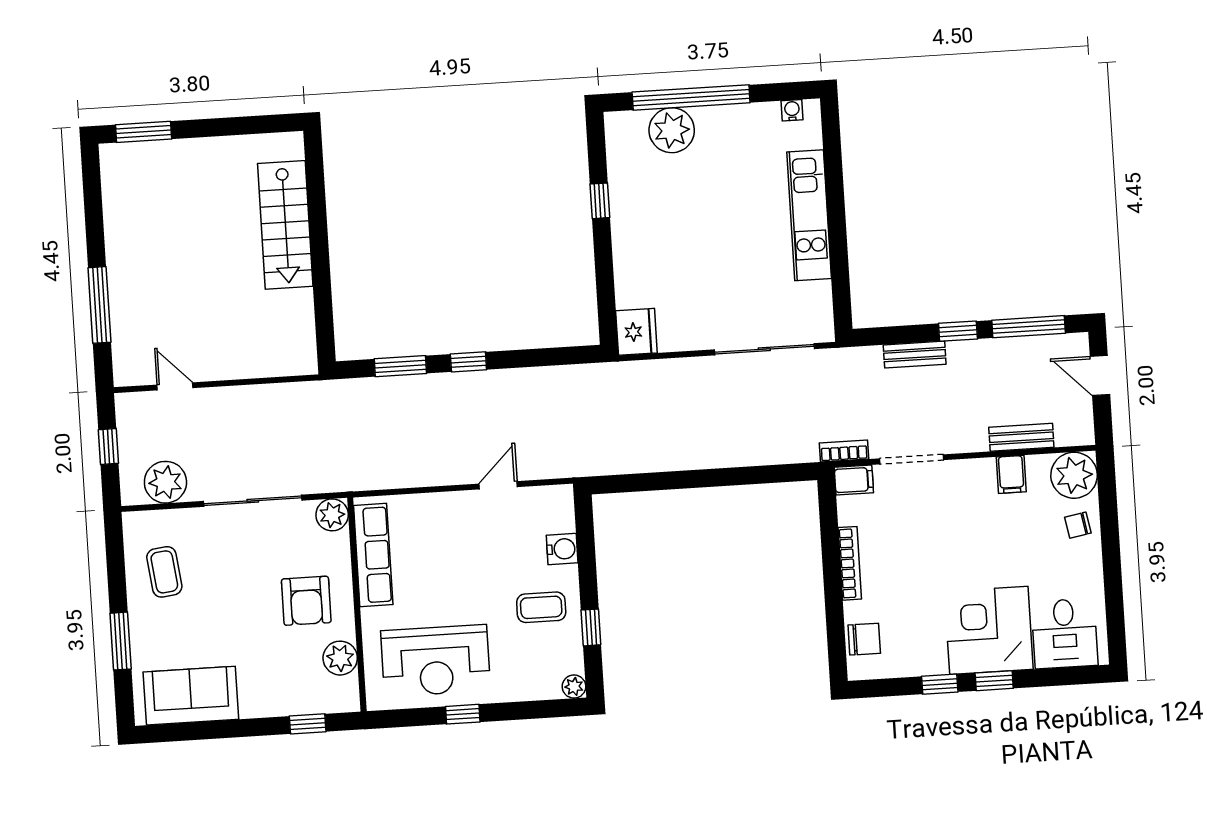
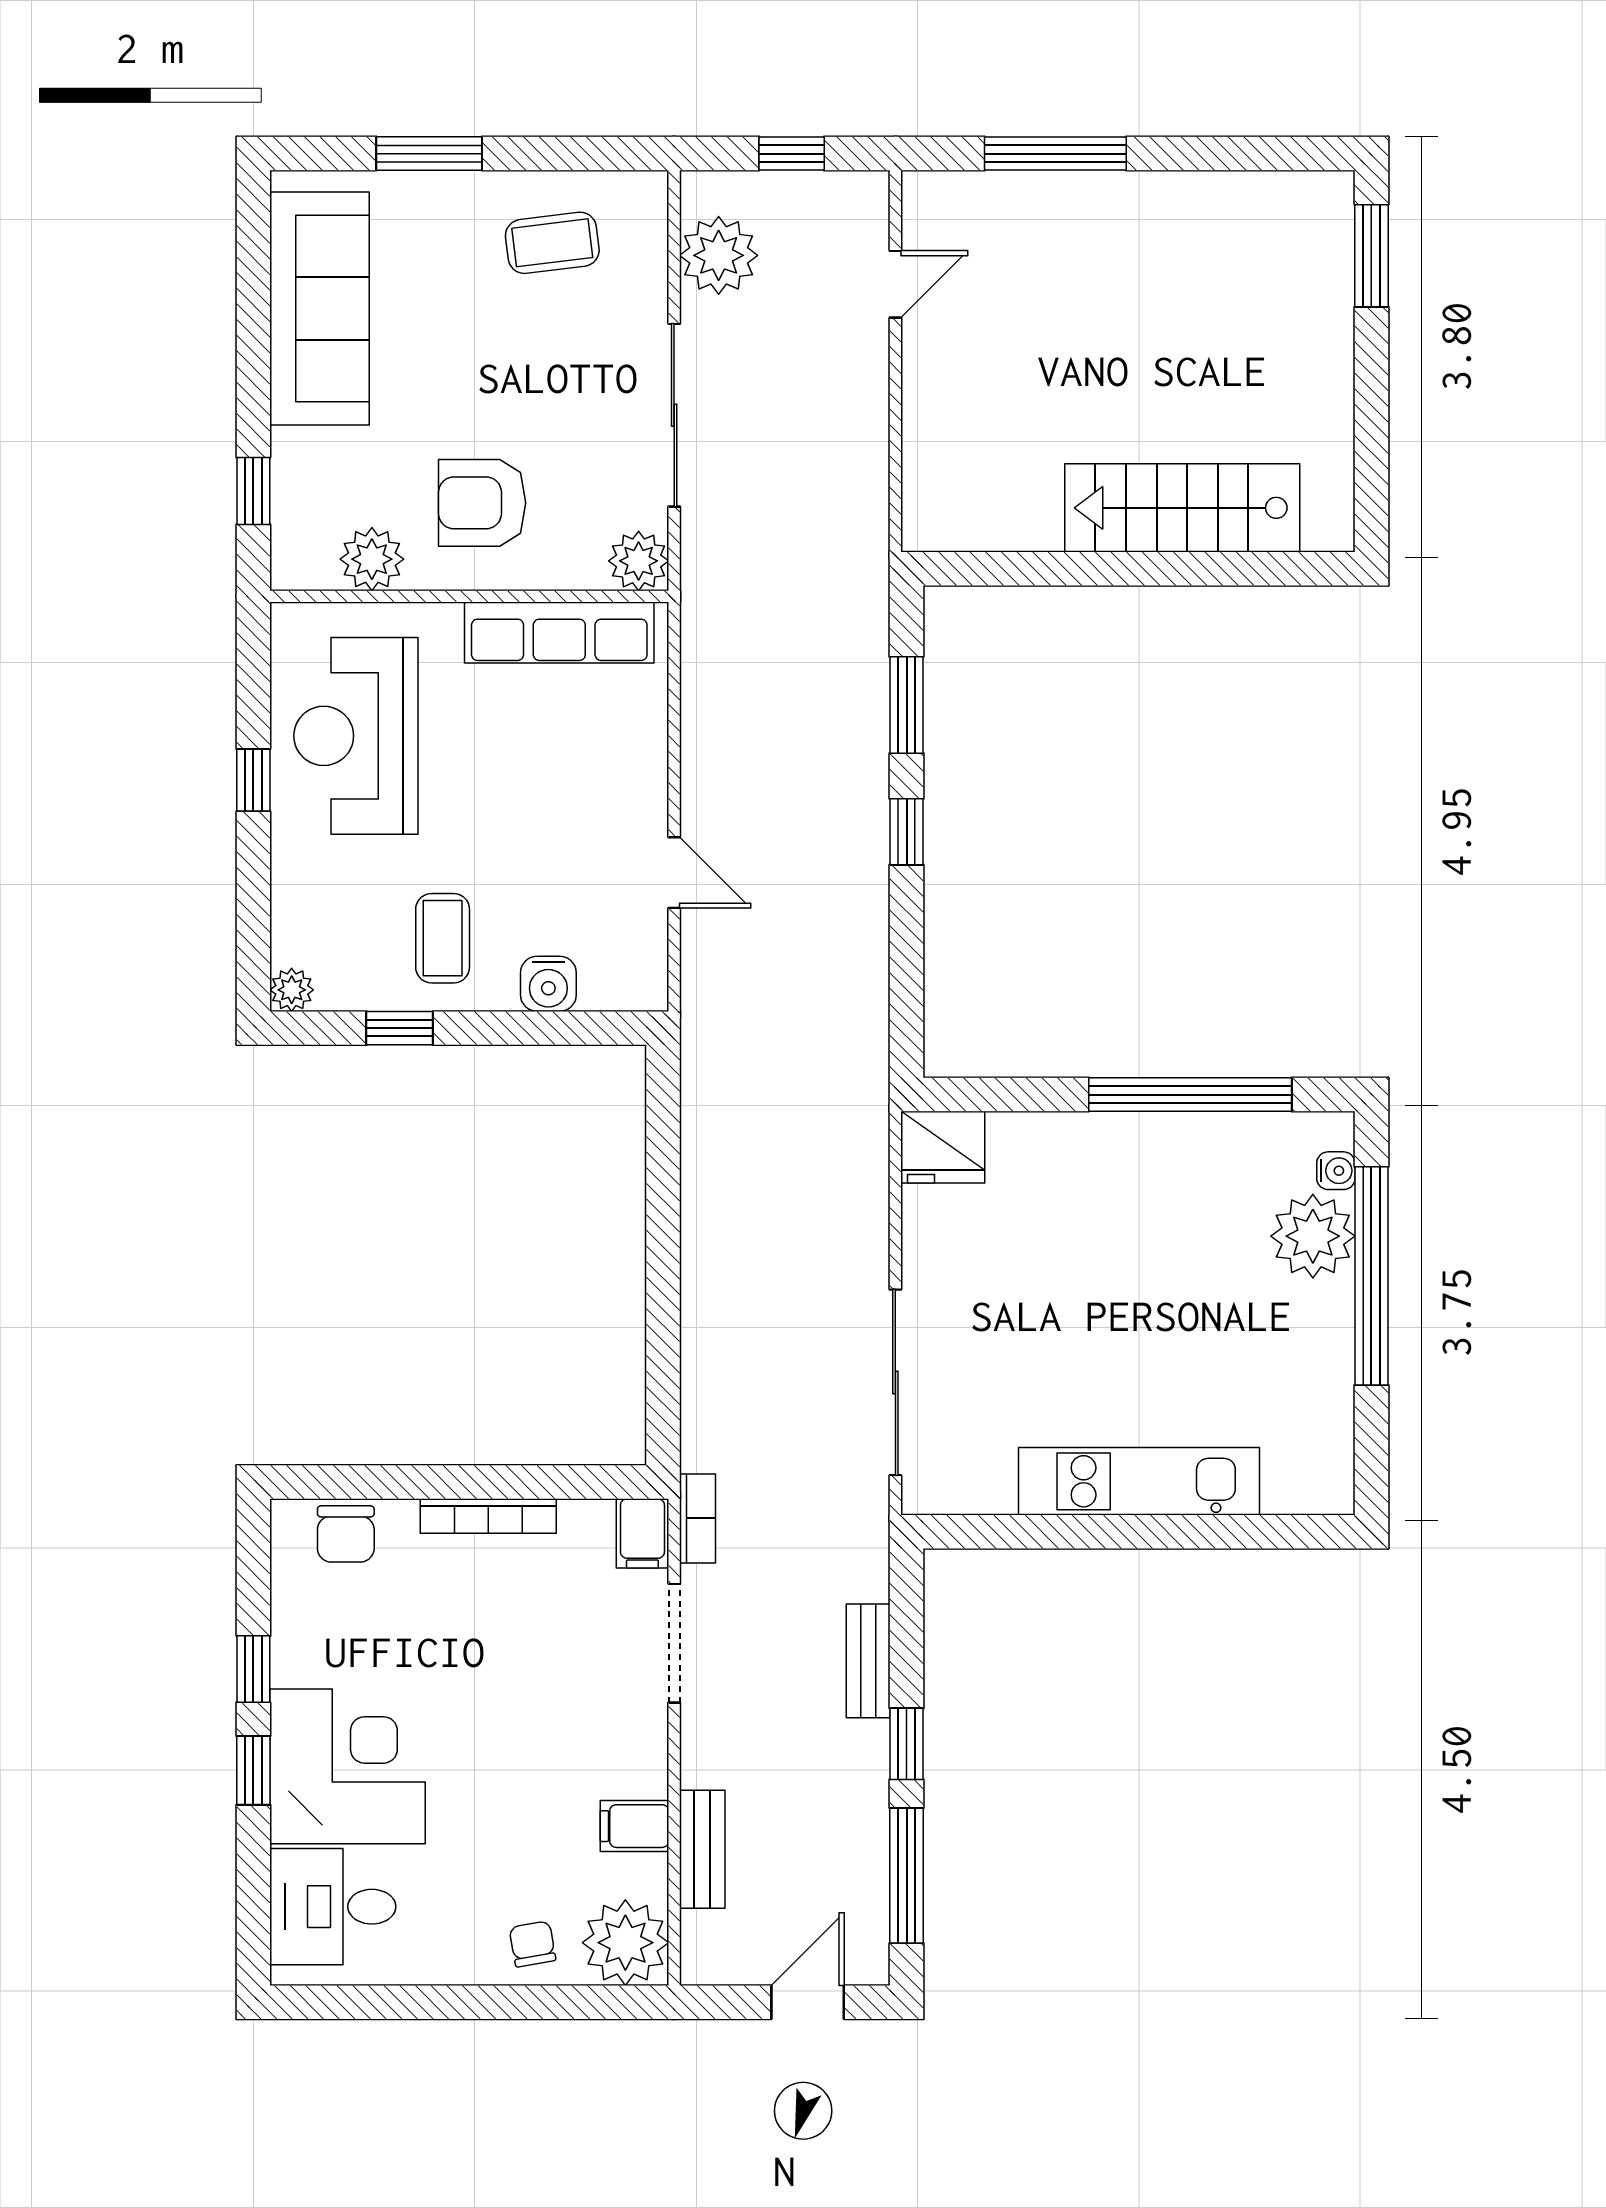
water cooler: (792, 110) -> (1336, 1171), moved
window: (600, 201) -> (1190, 1095), width x3.17
sofa: (191, 696) -> (320, 309), width x1.36

